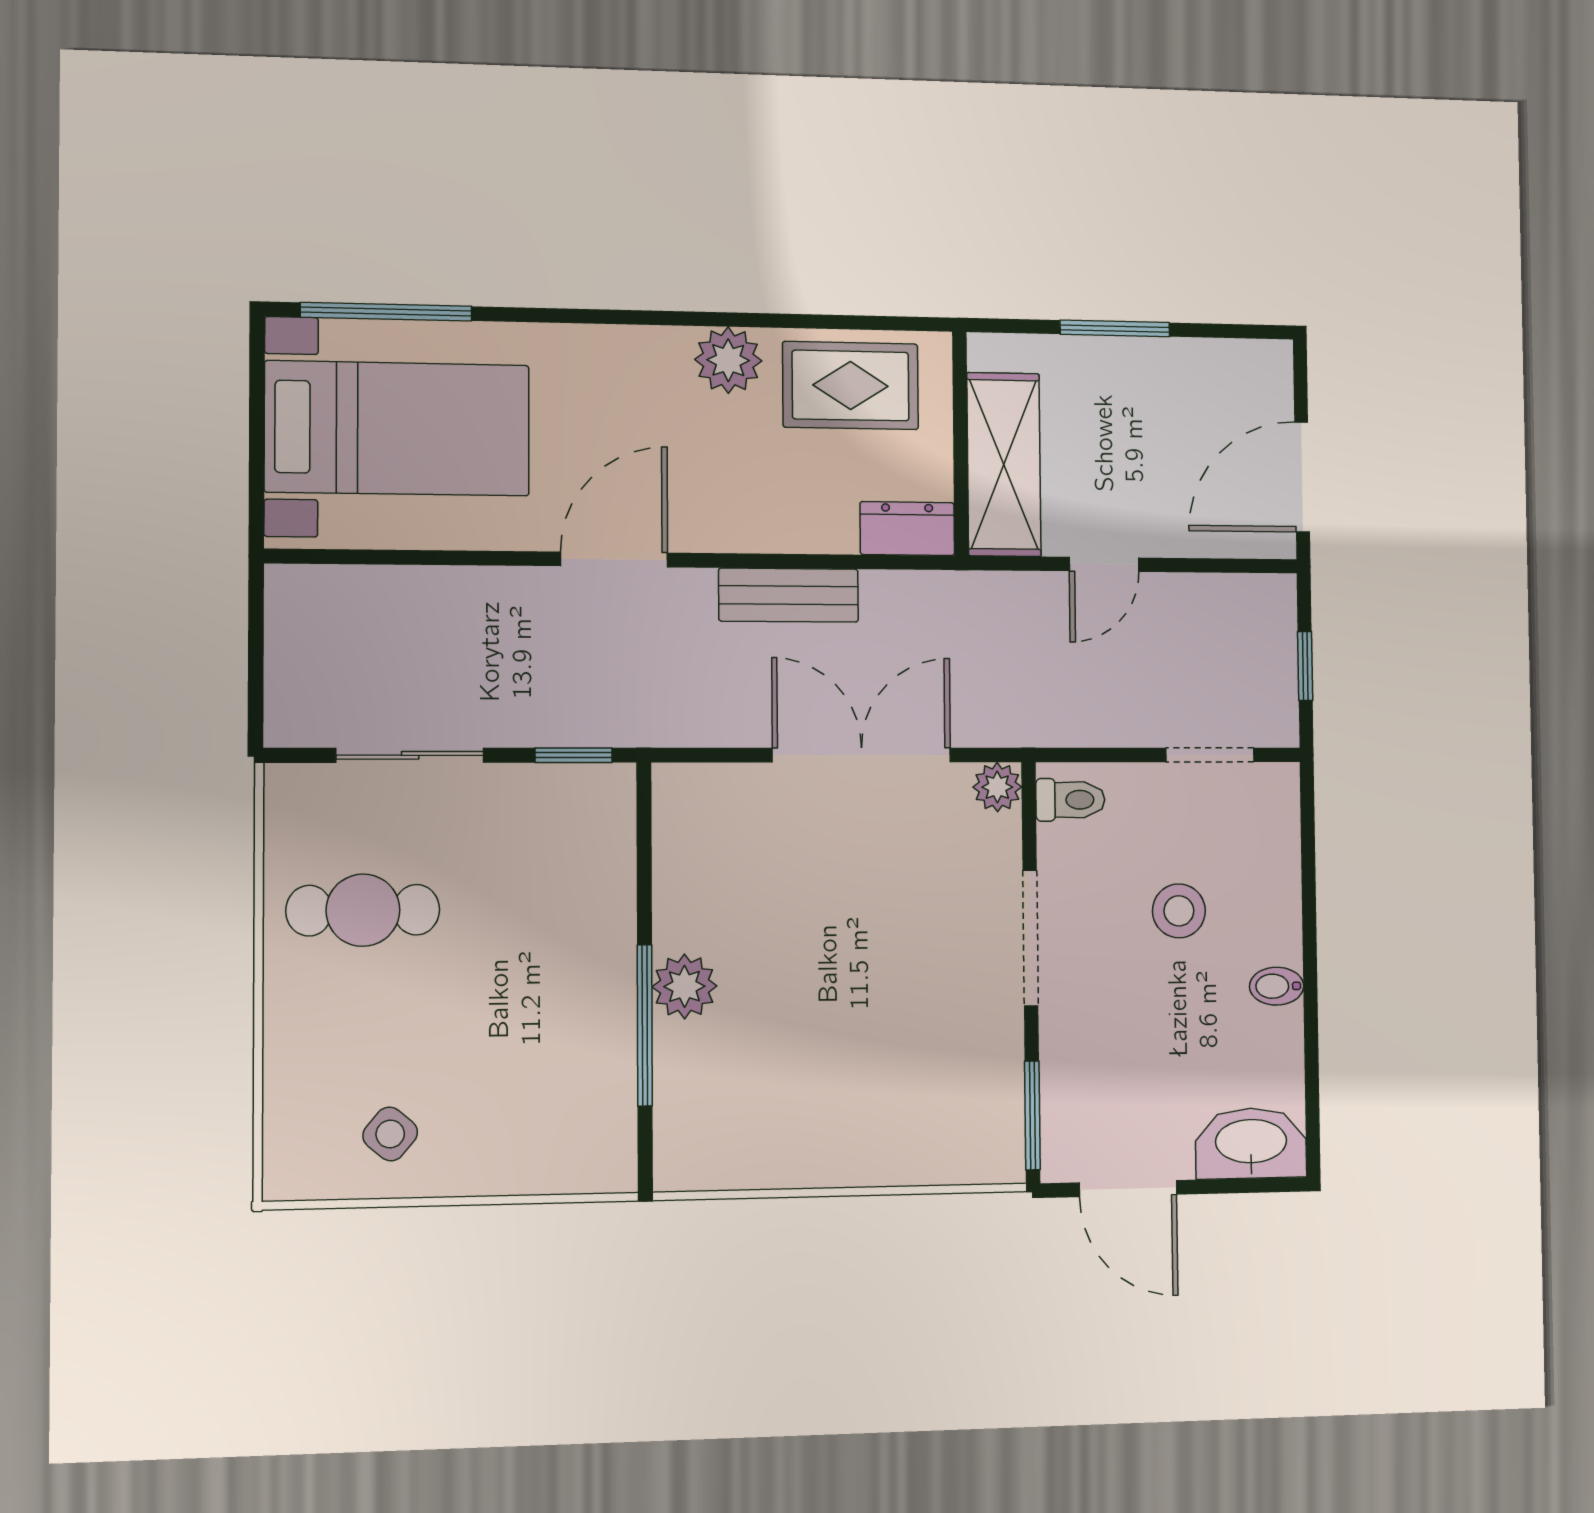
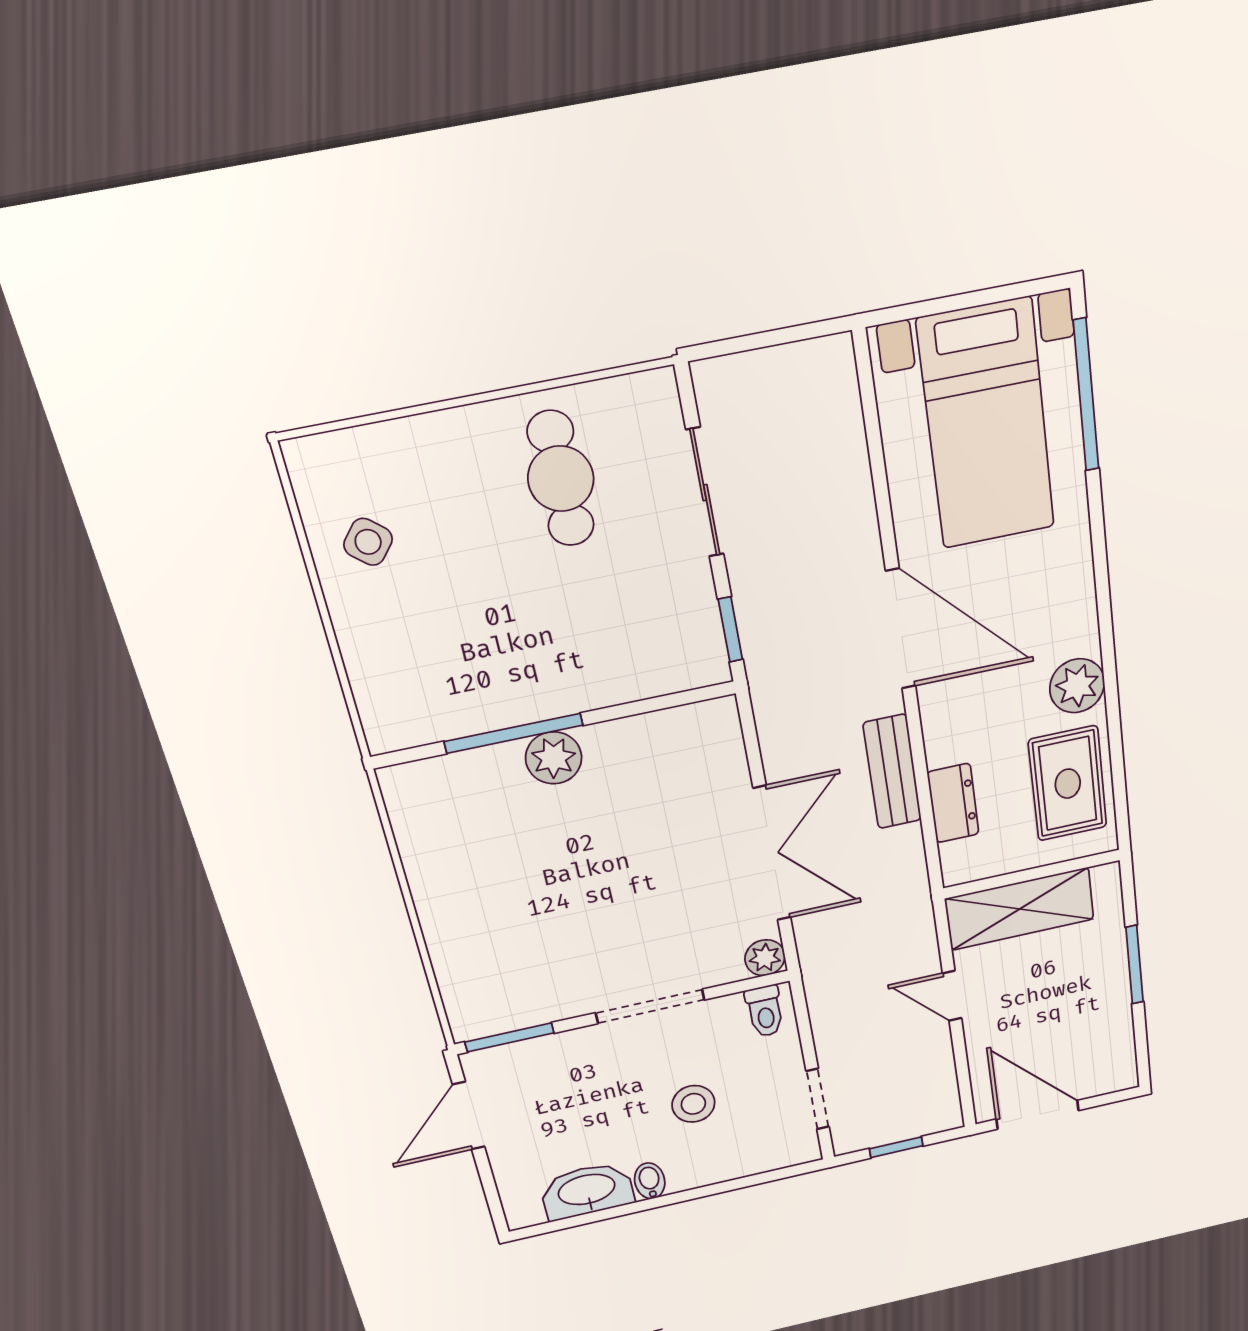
dresser: (907, 529) -> (953, 803), moved
door: (614, 559) -> (901, 629), width x1.36
washbasin: (1251, 1143) -> (587, 1191), moved, turned -90

